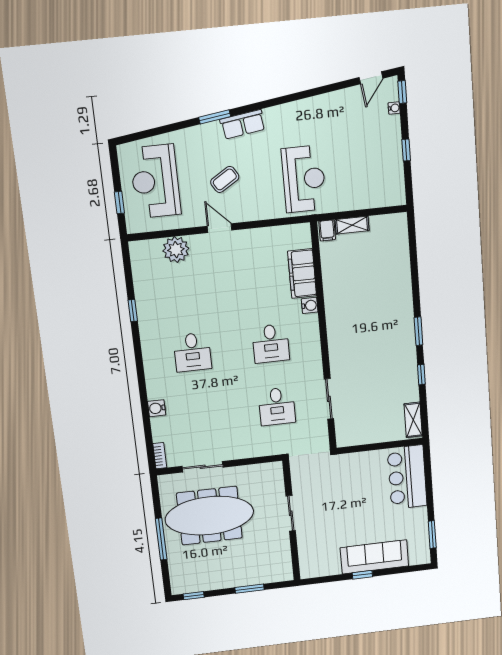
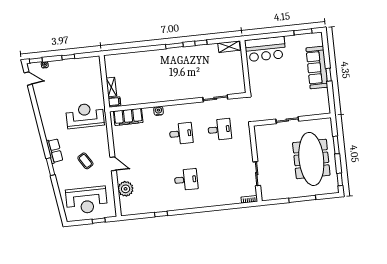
door: (220, 228) -> (113, 164), swing flipped
filing cabinet: (302, 274) -> (128, 117), moved
water cooler: (157, 408) -> (220, 201), removed
meeting table: (209, 516) -> (311, 159), moved

